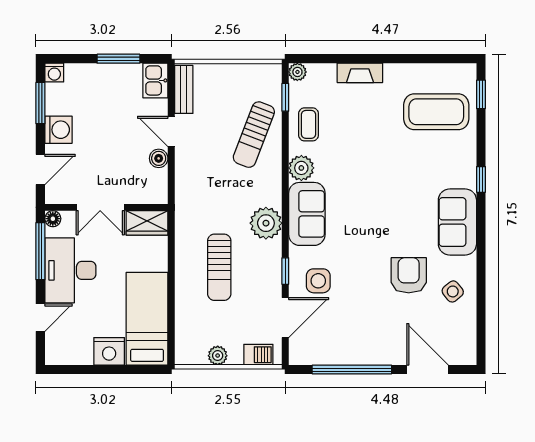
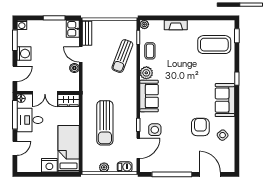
plant: (266, 223) -> (128, 101), removed
sun lounger: (219, 267) -> (105, 123), width x1.36, depth x1.34
desk: (70, 270) -> (30, 120), width x0.73

